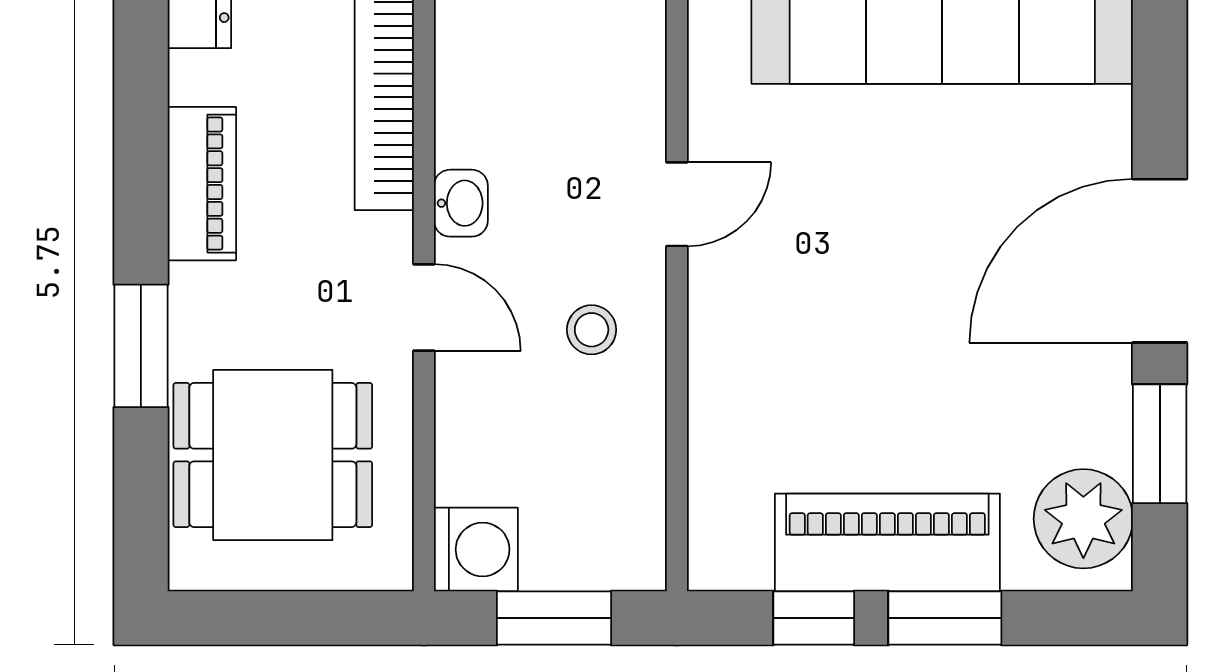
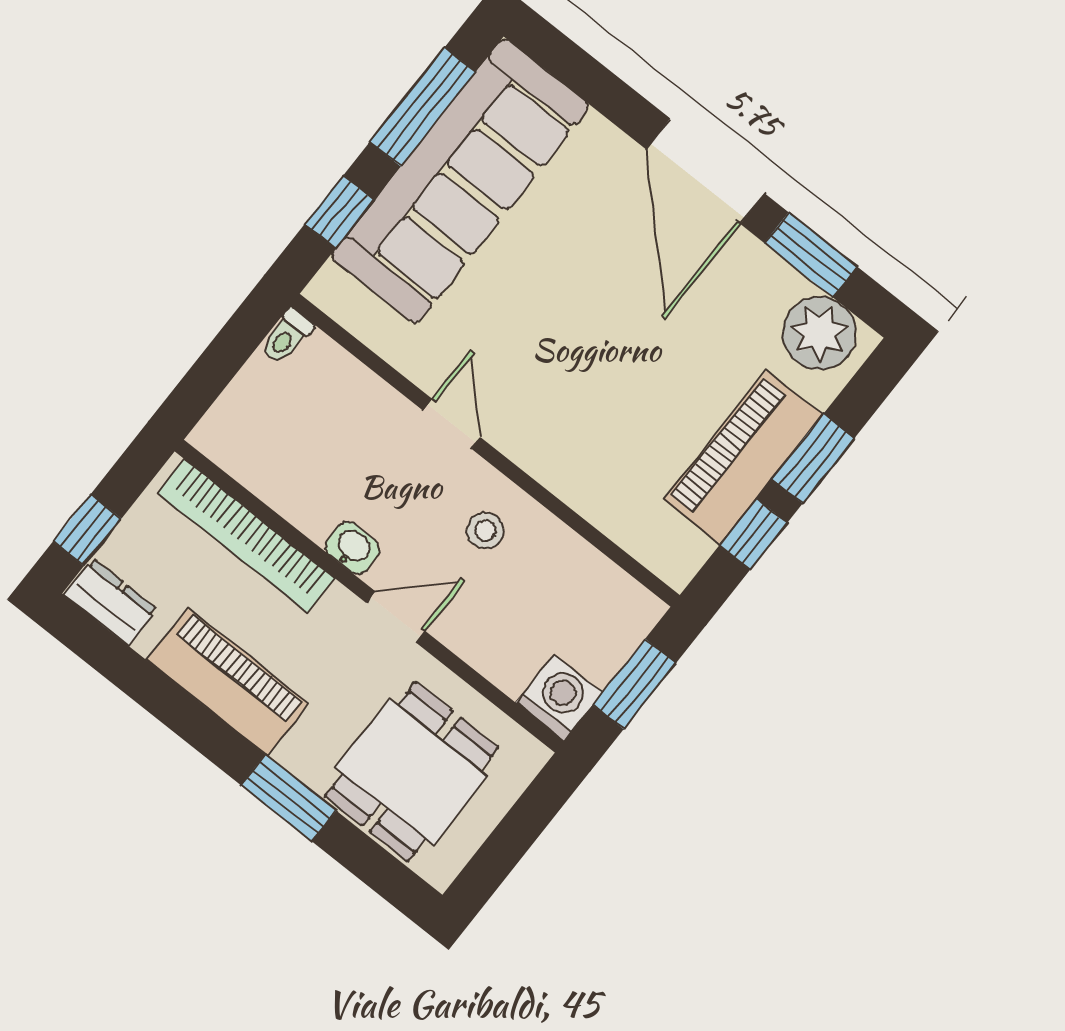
piano: (202, 184) -> (228, 682), width x1.37, depth x1.33

